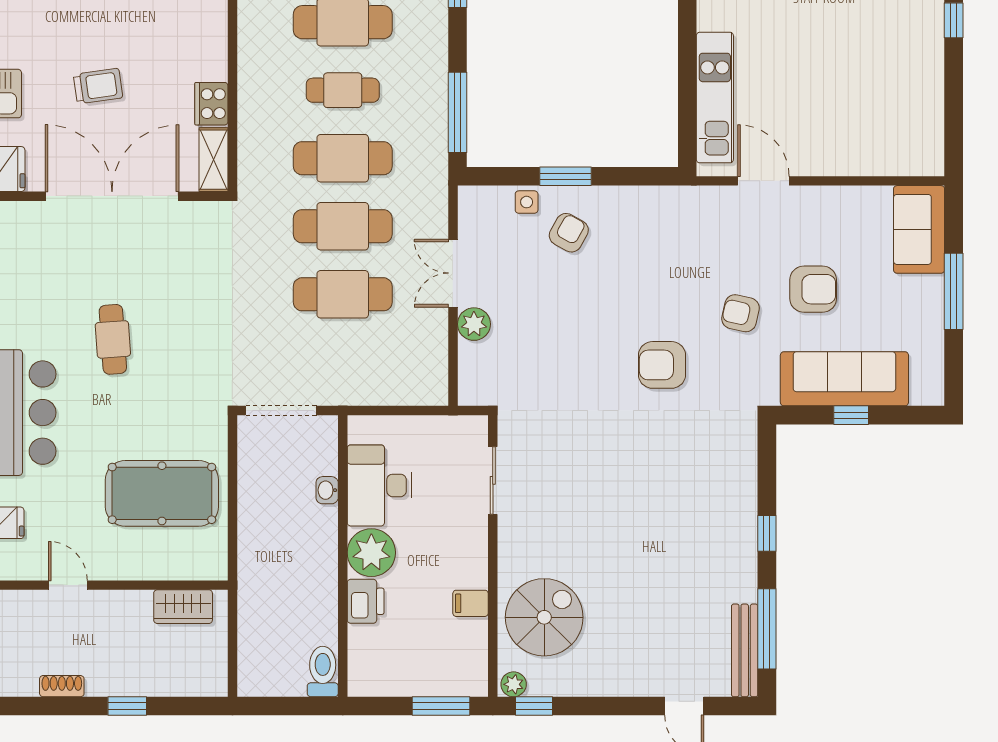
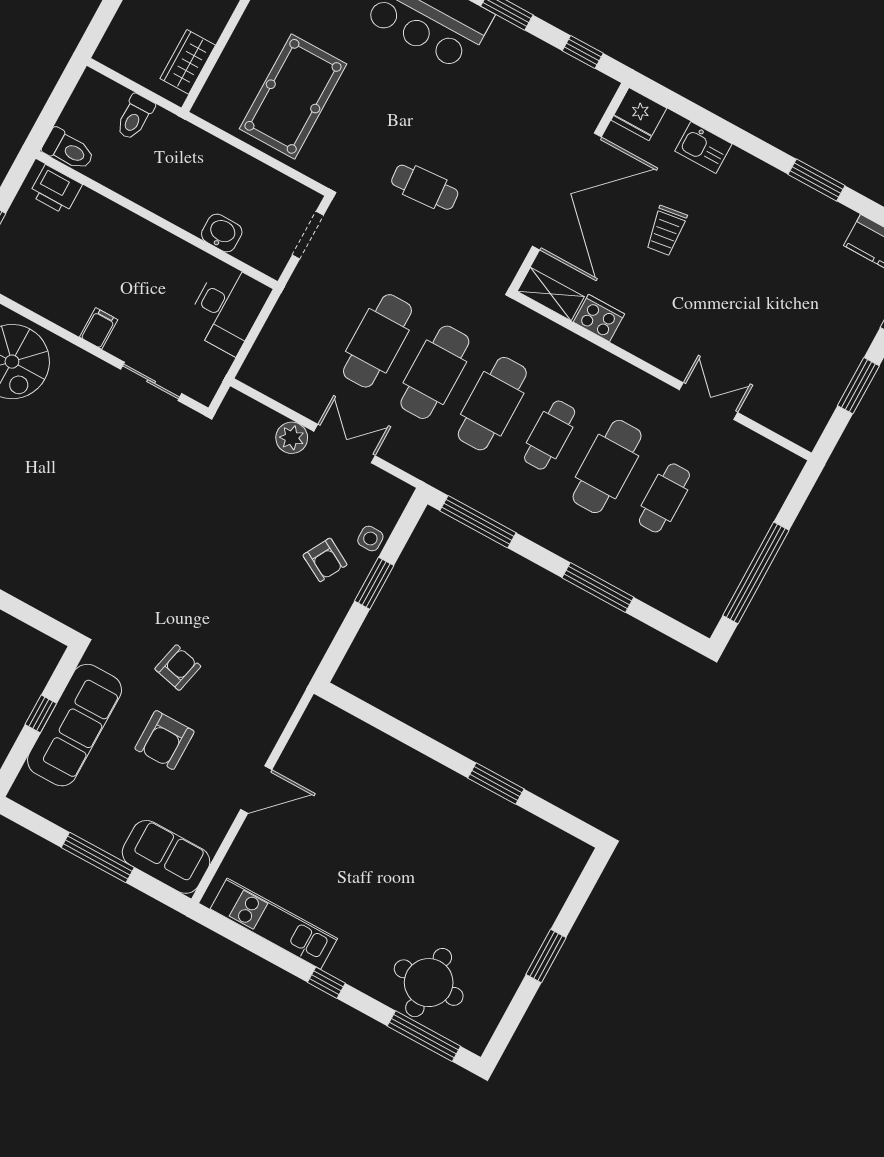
kitchen unit: (715, 98) -> (274, 924), moved, turned 180
door: (763, 181) -> (256, 789), moved
cafe table: (113, 339) -> (425, 187), moved
armchair: (662, 365) -> (170, 578), removed
doorway: (281, 411) -> (308, 235), width x0.73
desk: (379, 485) -> (228, 308), moved, turned 90
washbasin: (327, 490) -> (222, 233), width x1.38, depth x1.45
plant: (371, 553) -> (146, 246), removed
printer: (366, 601) -> (56, 190), moved
filing cabinet: (471, 603) -> (99, 328), moved
toilet: (260, 627) -> (135, 117), added

